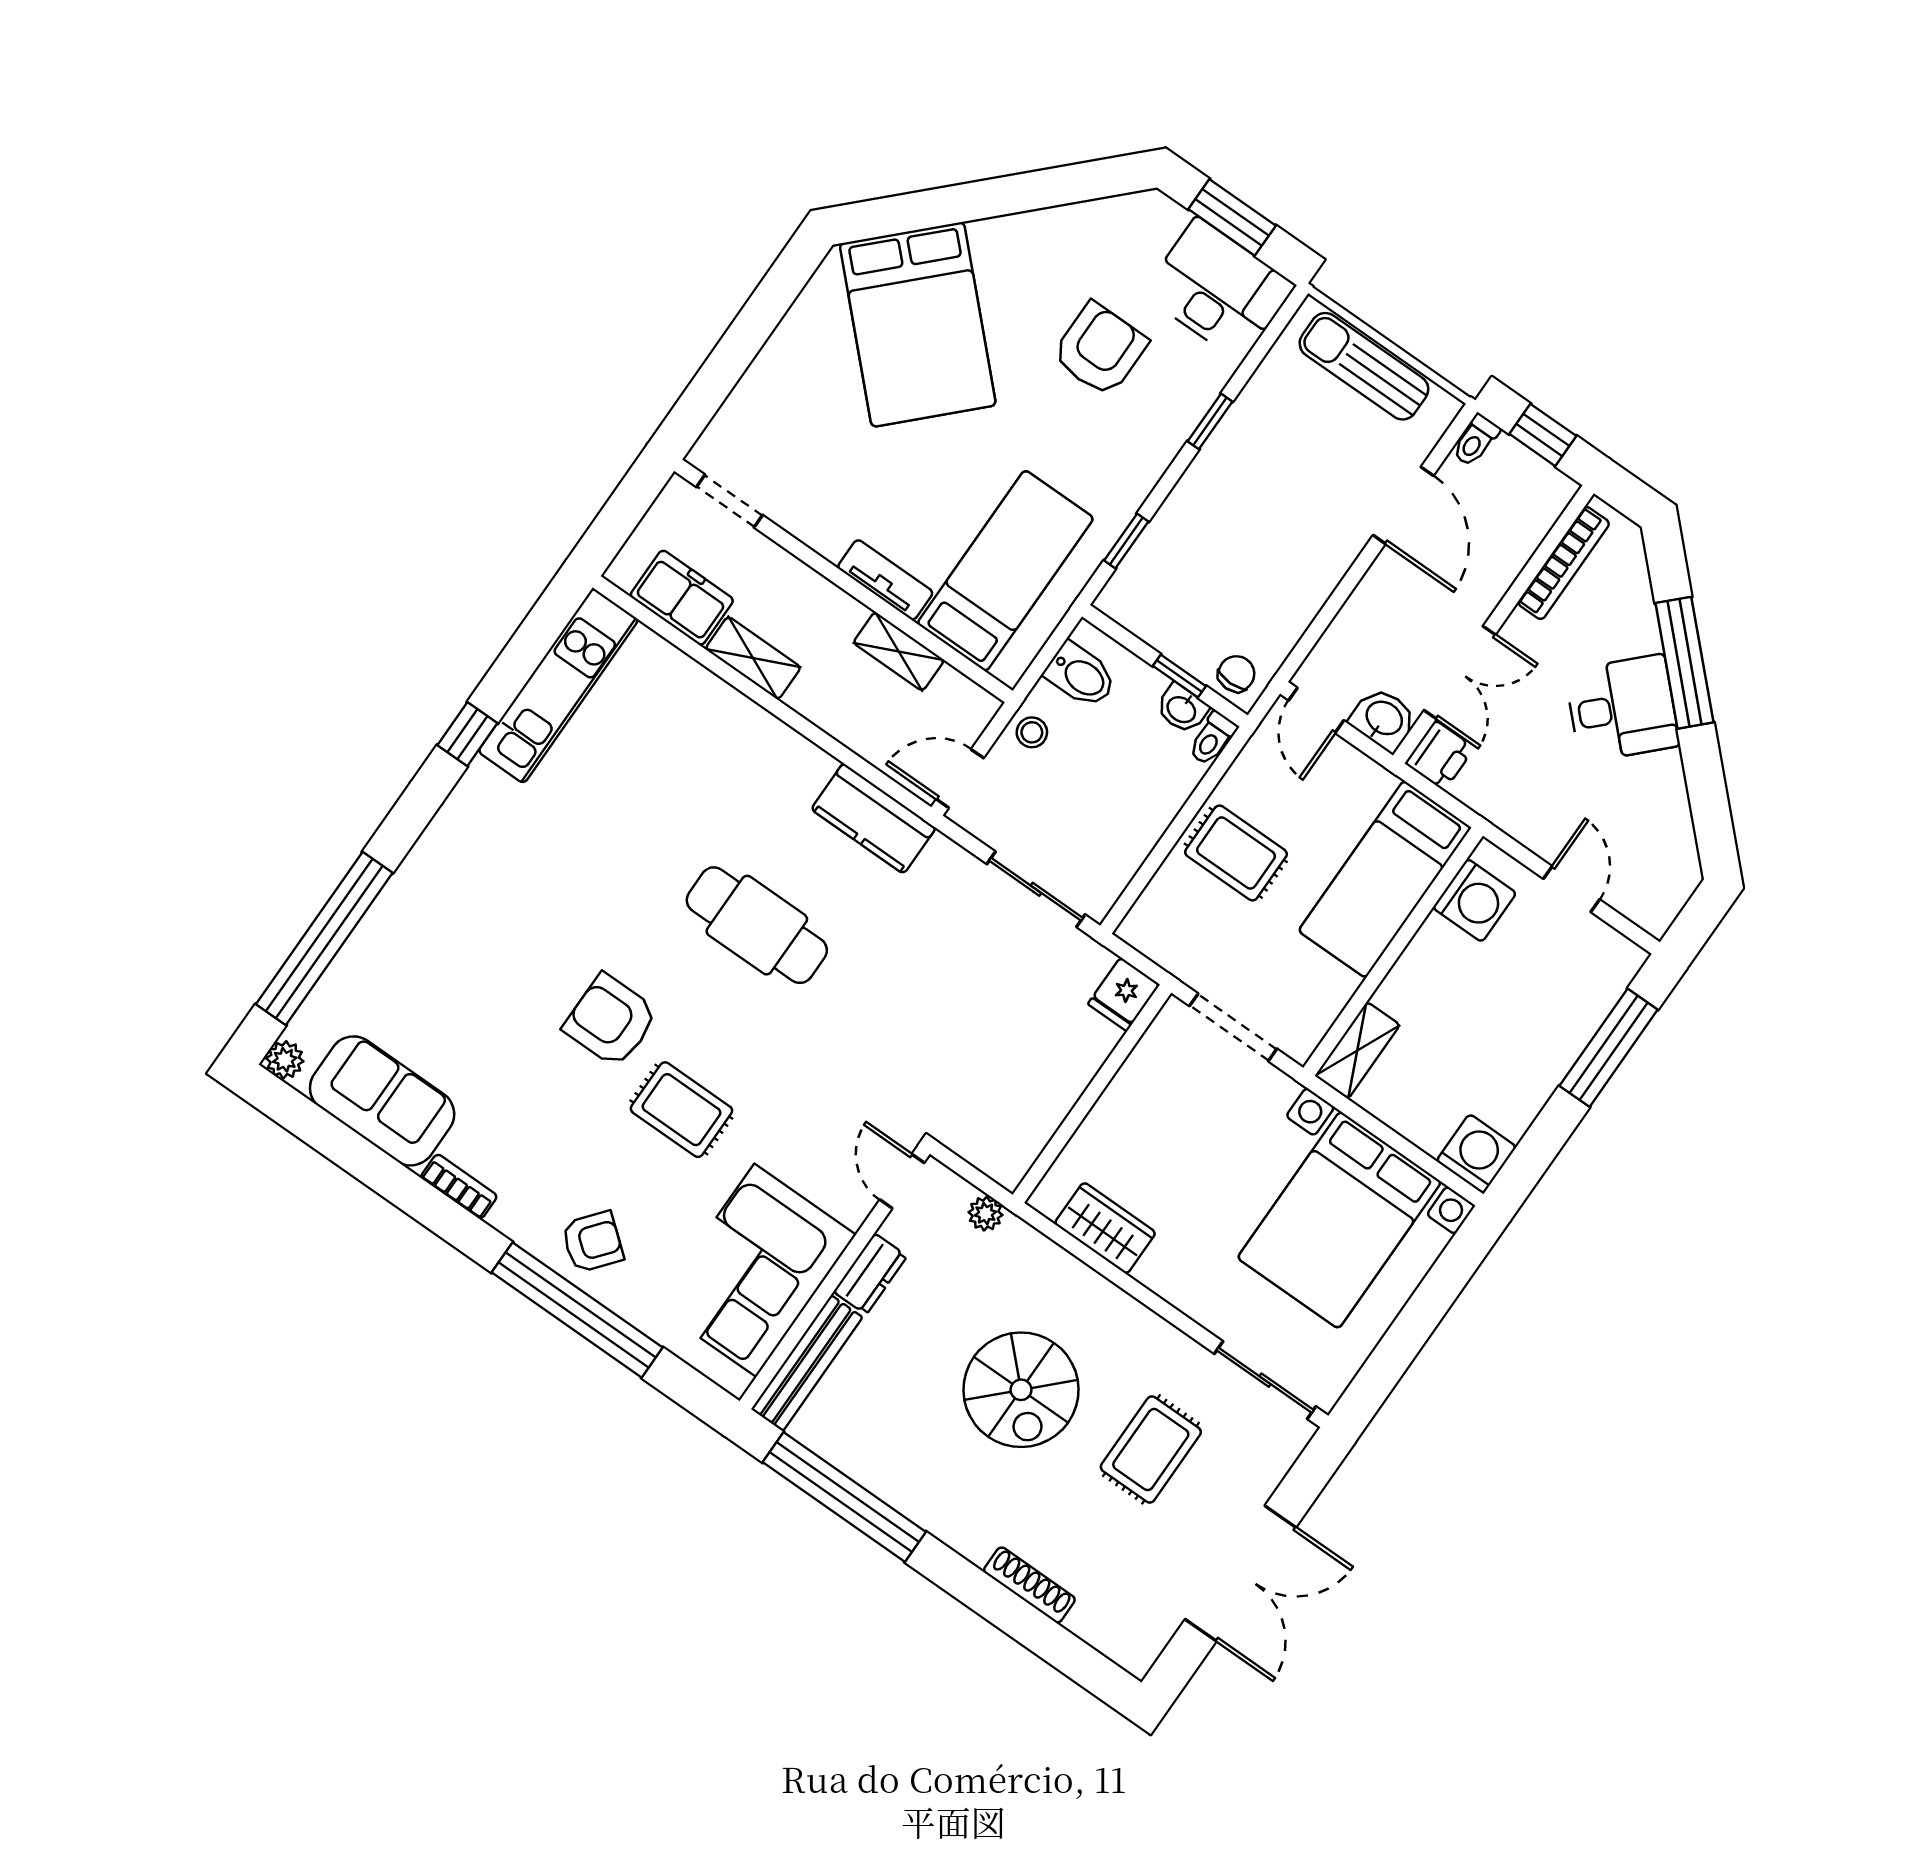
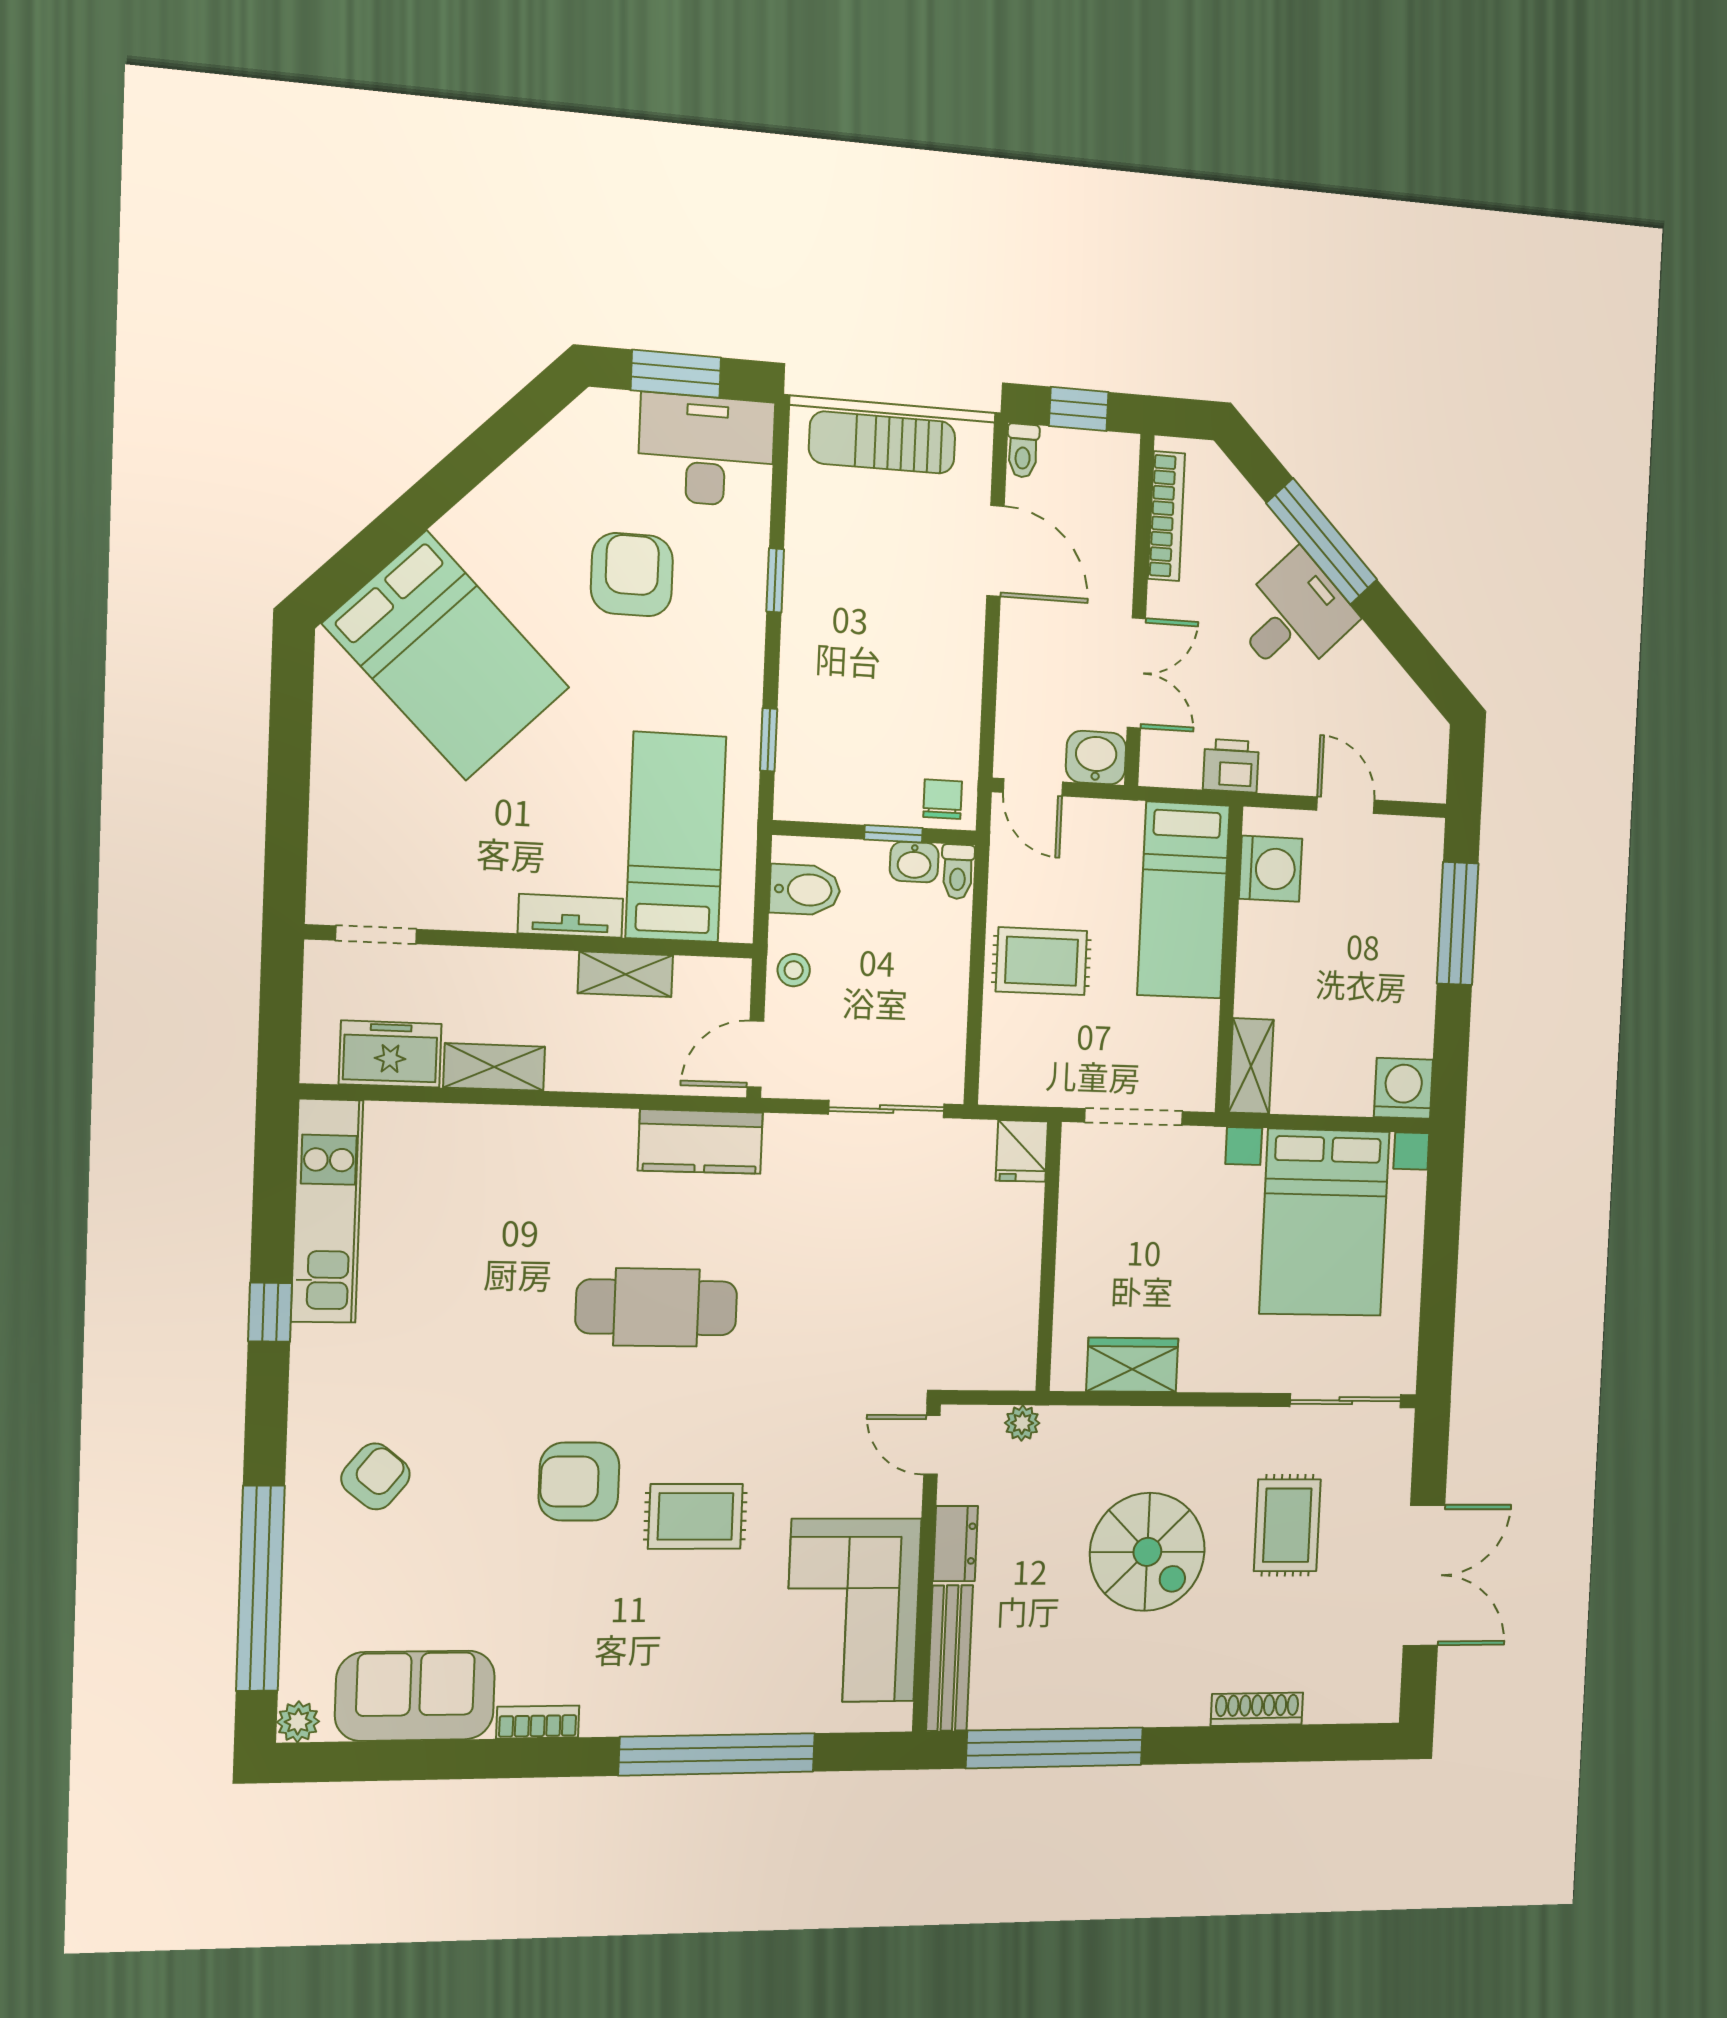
printer: (1440, 756) -> (1231, 766), moved, turned -90
armchair: (593, 1242) -> (376, 1476), moved

